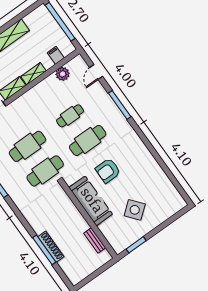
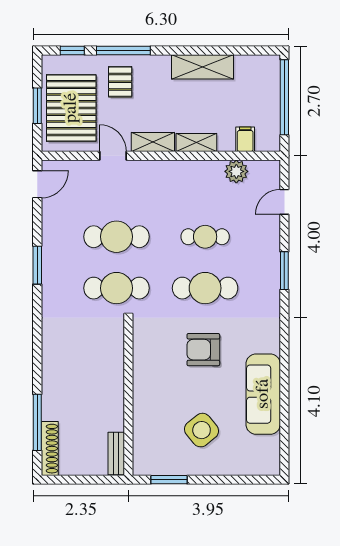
window: (120, 105) -> (284, 271), width x0.69
sofa: (91, 201) -> (263, 394), moved, turned 180
bench: (95, 240) -> (116, 453), moved
shoe rack: (51, 247) -> (50, 449), moved
window: (44, 250) -> (37, 422), moved

